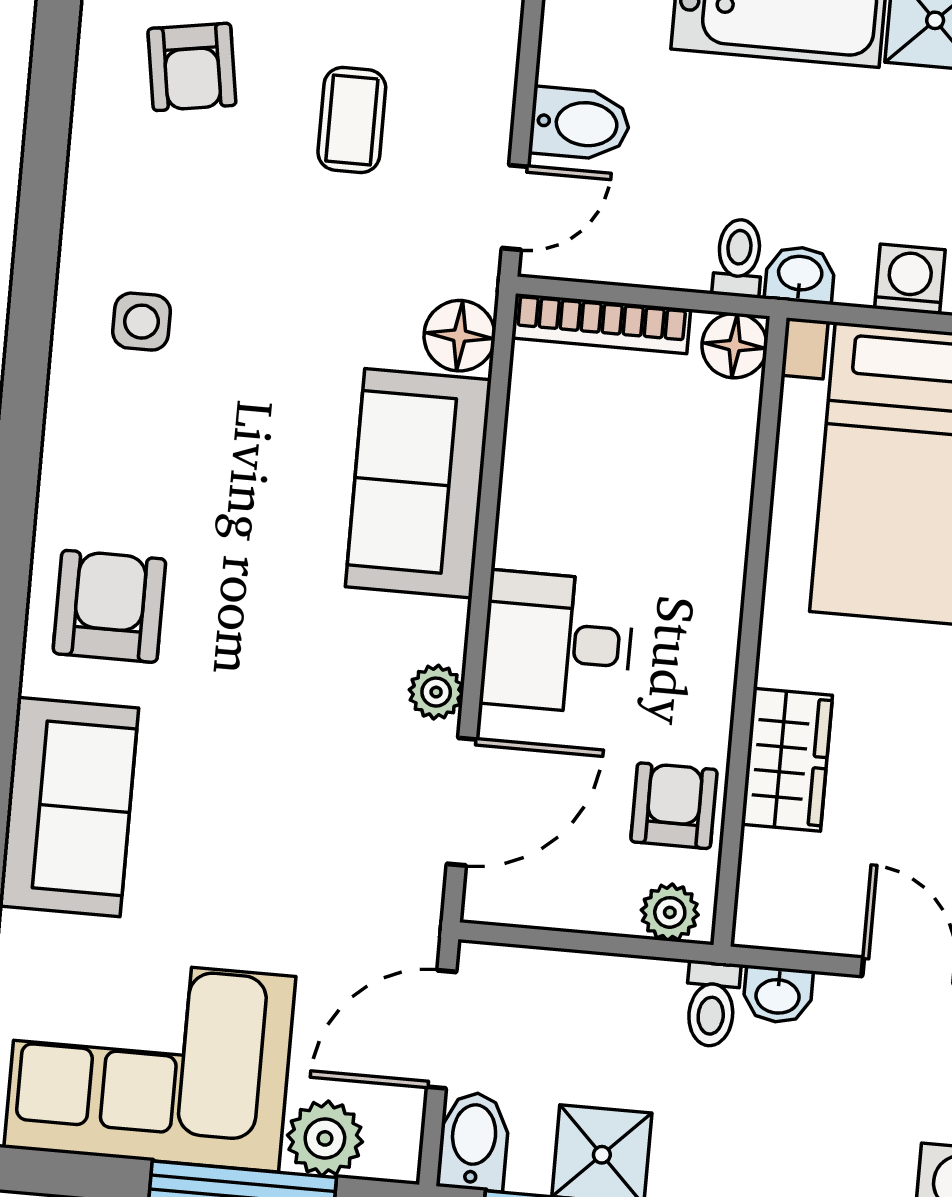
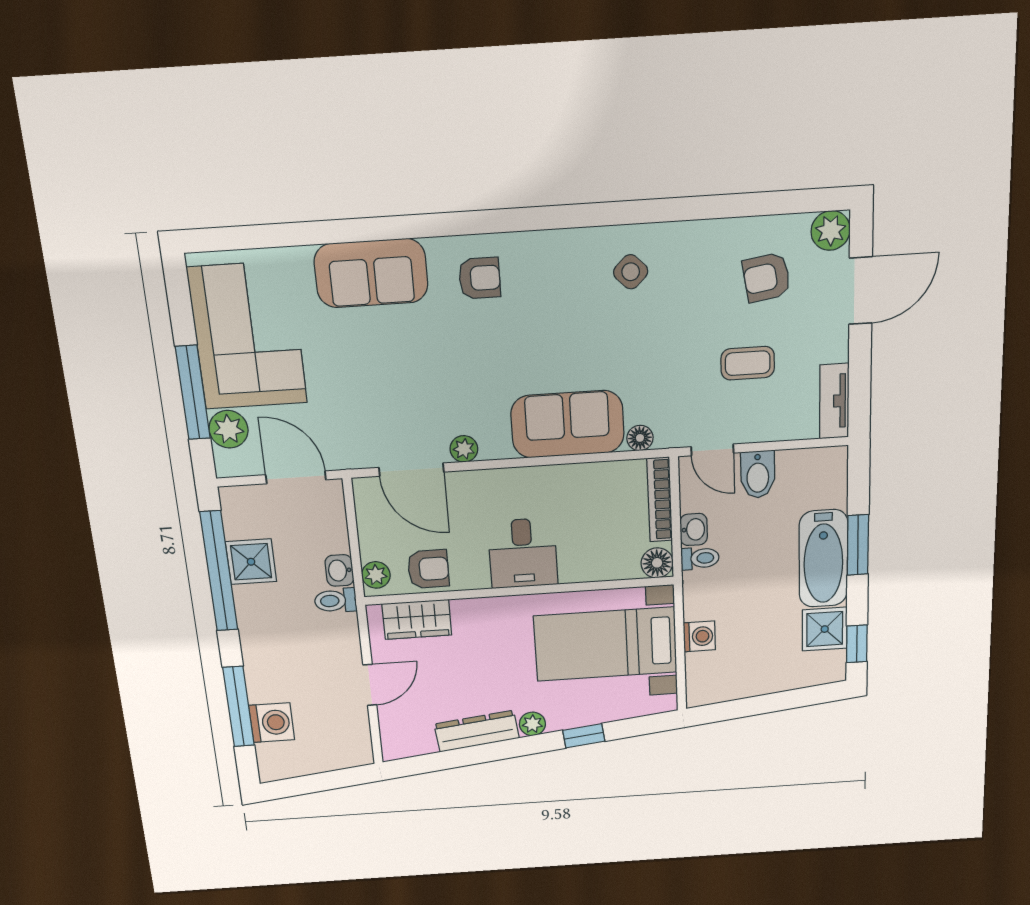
washbasin: (800, 275) -> (694, 529), moved
side table: (142, 322) -> (631, 272), turned 45
floor lamp: (460, 336) -> (640, 438), width x0.73, depth x0.73
armchair: (109, 606) -> (480, 278), width x0.72, depth x0.72
desk: (557, 643) -> (523, 553), moved, turned 180
wardrobe: (787, 760) -> (417, 619), moved
washbasin: (778, 995) -> (339, 570), moved
bidet: (473, 1141) -> (244, 501), removed

